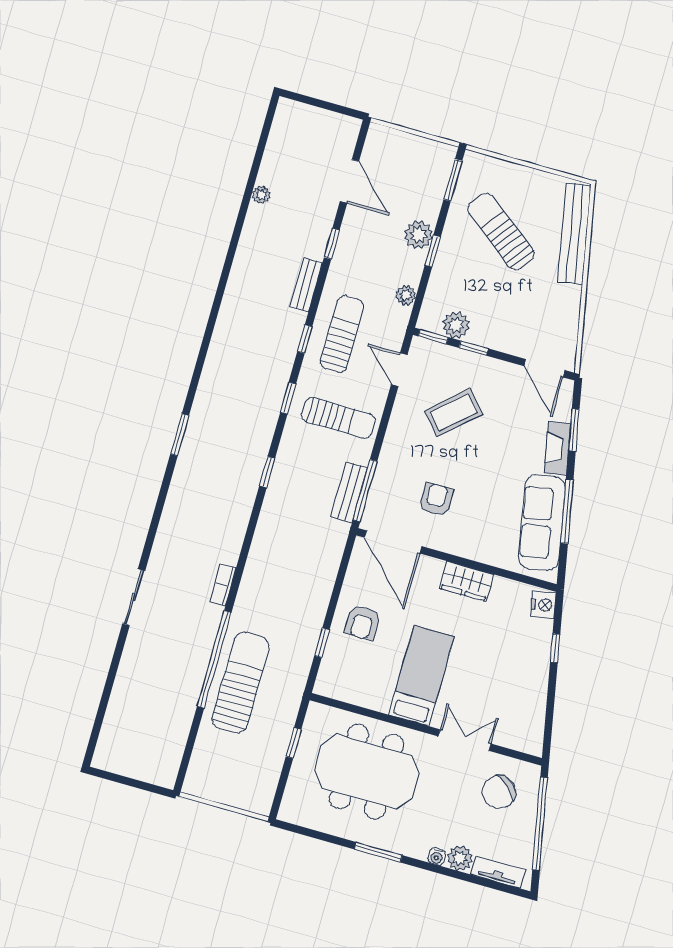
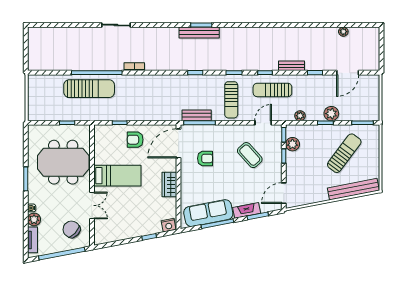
plant: (261, 195) -> (343, 32), moved
sun lounger: (342, 334) -> (272, 90), turned 180
bench: (193, 443) -> (199, 33), added
meeting table: (367, 772) -> (63, 162), turned 90

